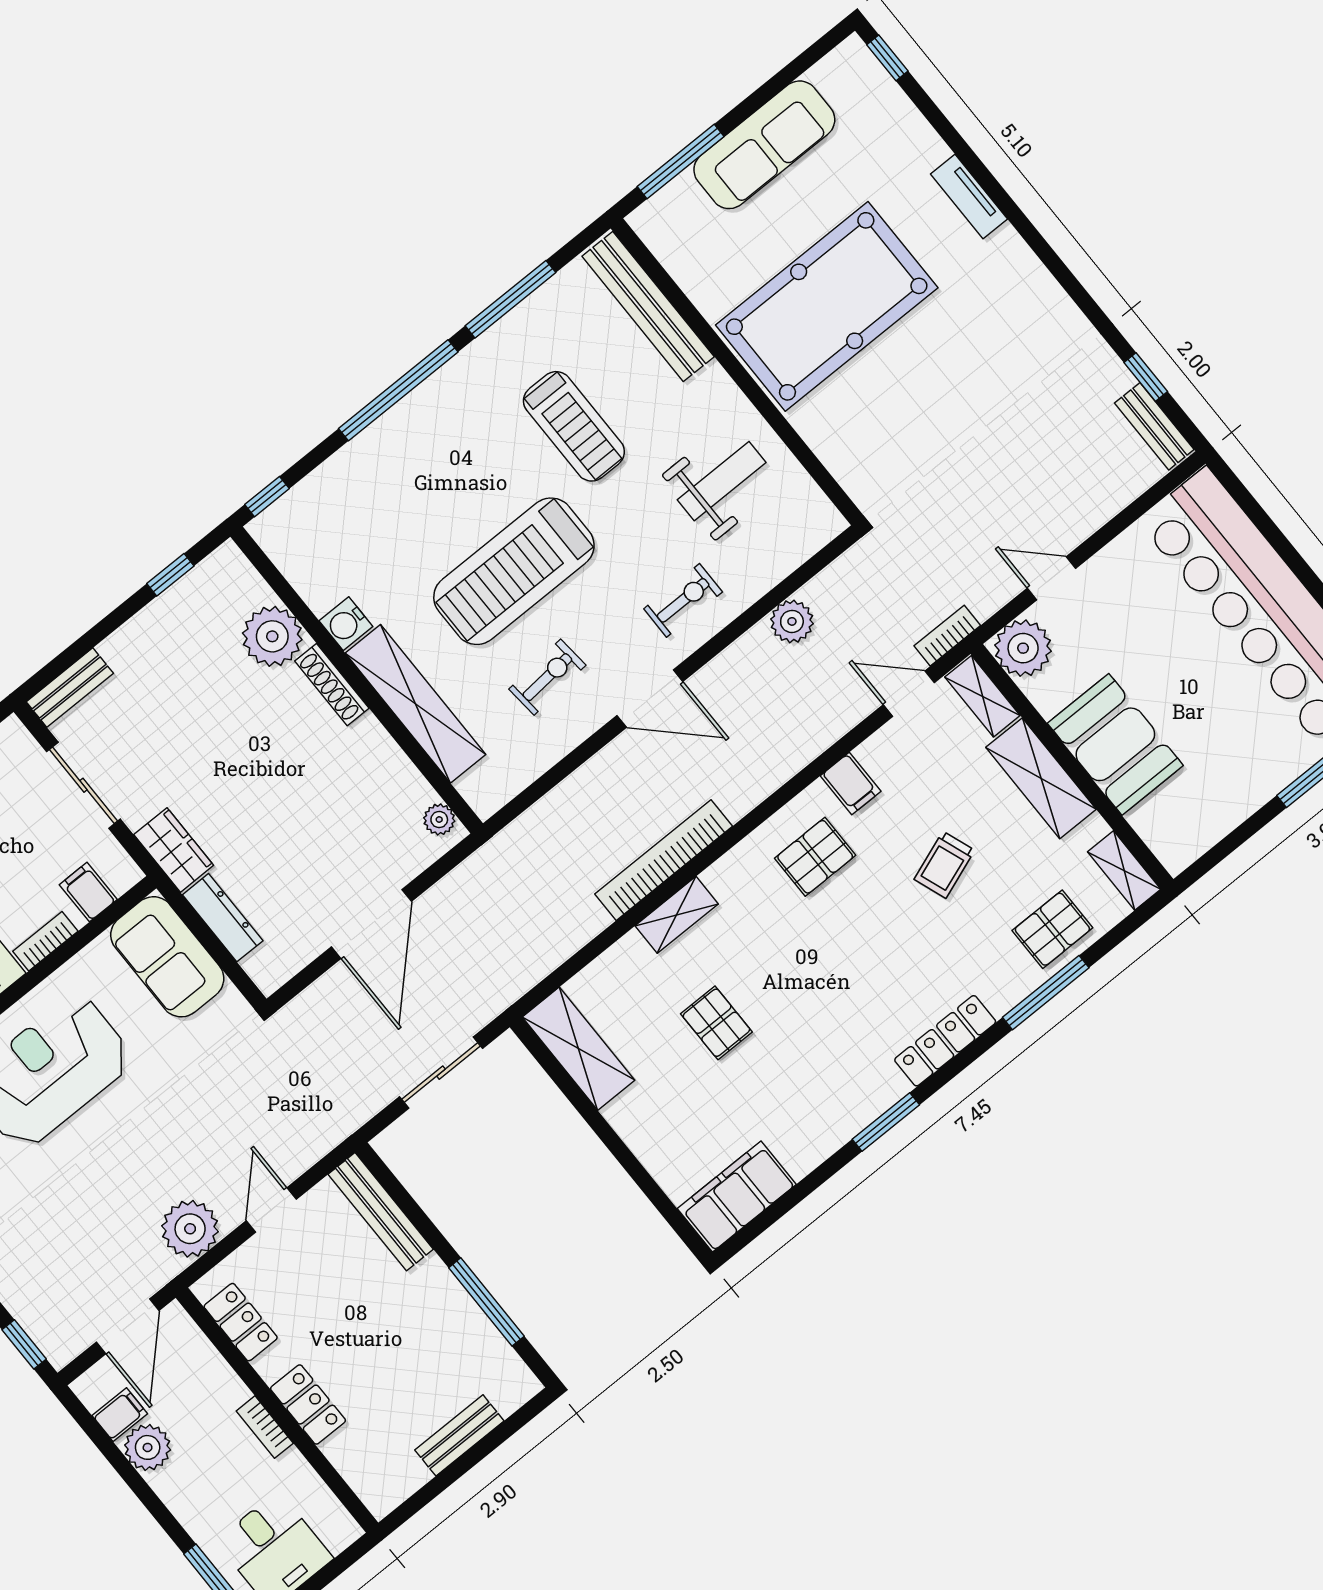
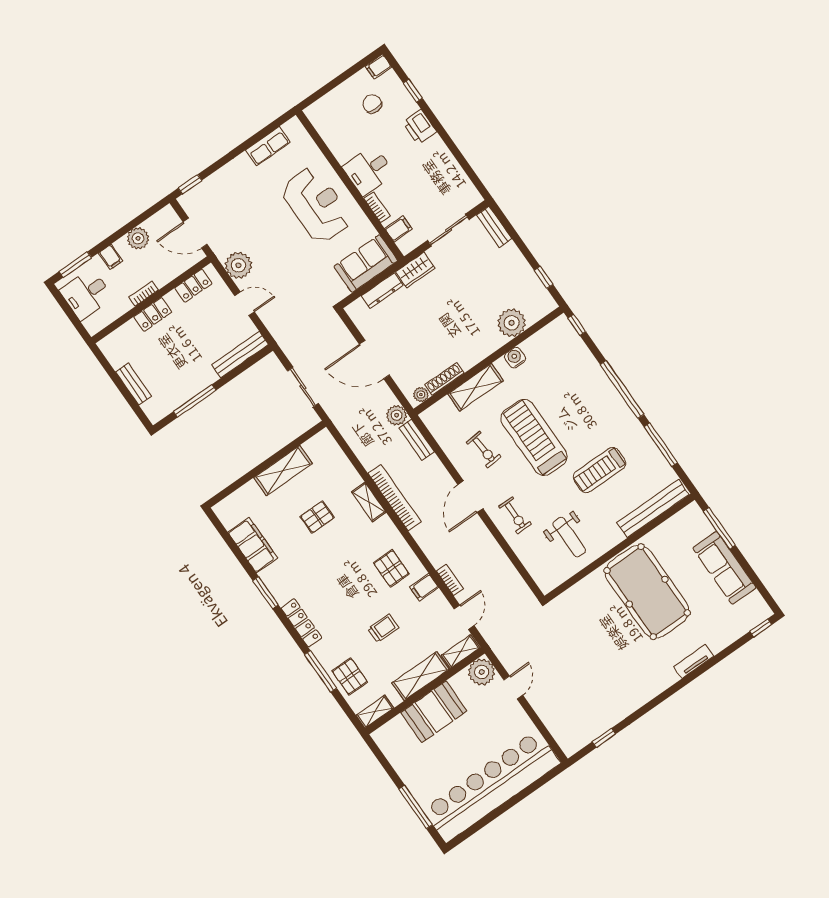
bench: (1154, 426) -> (417, 440), moved, turned 90
plant: (792, 621) -> (397, 415), moved
bookcase: (947, 636) -> (450, 580), moved
shoe rack: (332, 685) -> (444, 379), moved
shelving: (415, 704) -> (476, 387), width x0.68
trolley: (944, 865) -> (383, 628), turned 110
shelving: (578, 1049) -> (283, 471), moved
filing cabinet: (737, 1196) -> (253, 545), moved
filing cabinet: (120, 1415) -> (111, 257), moved

